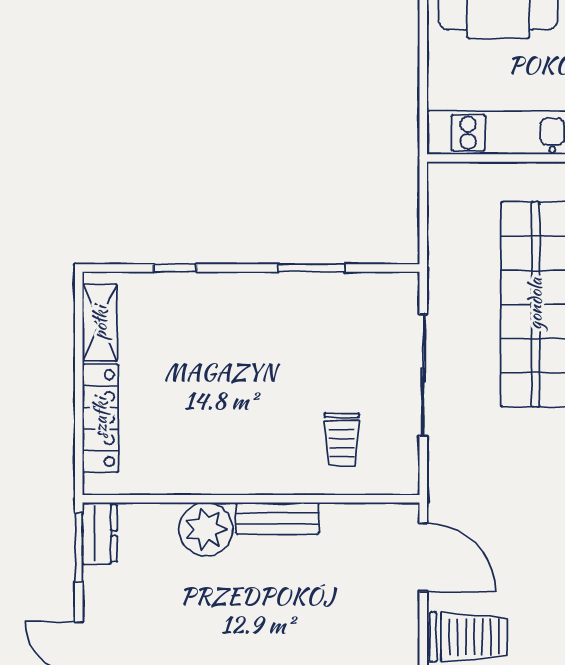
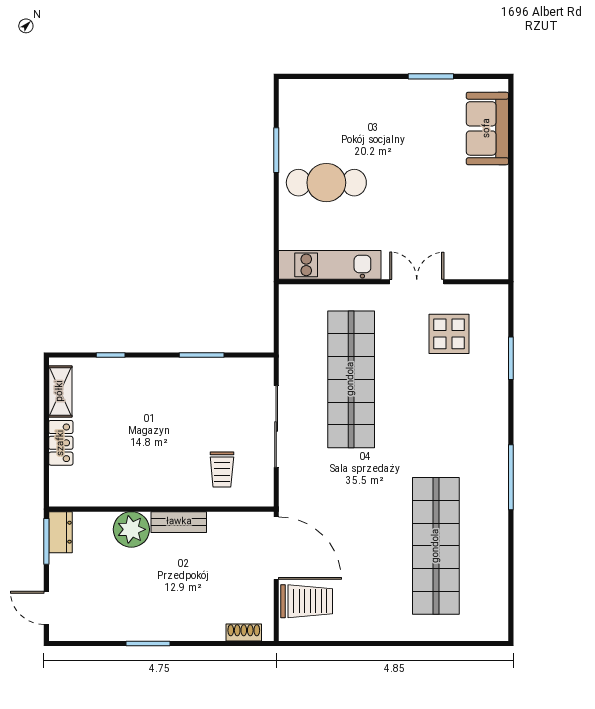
locker: (100, 418) -> (61, 443), width x0.66
door: (423, 557) -> (276, 548), width x1.36

